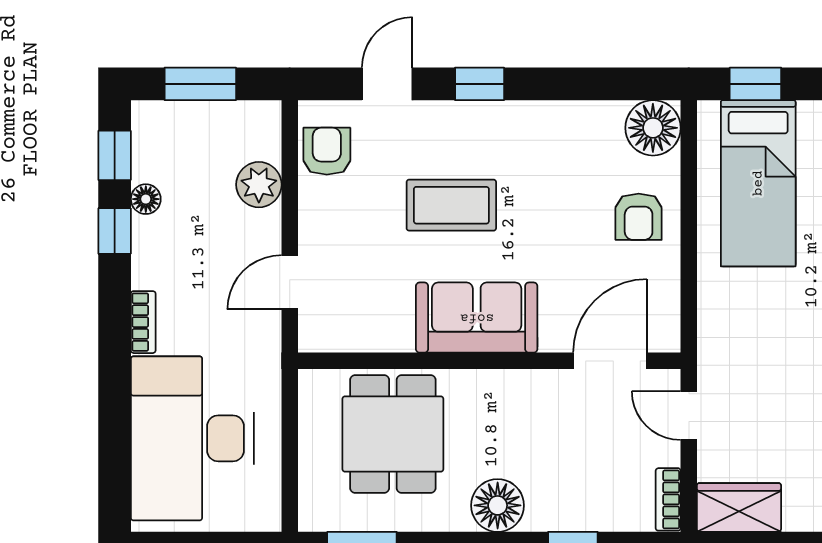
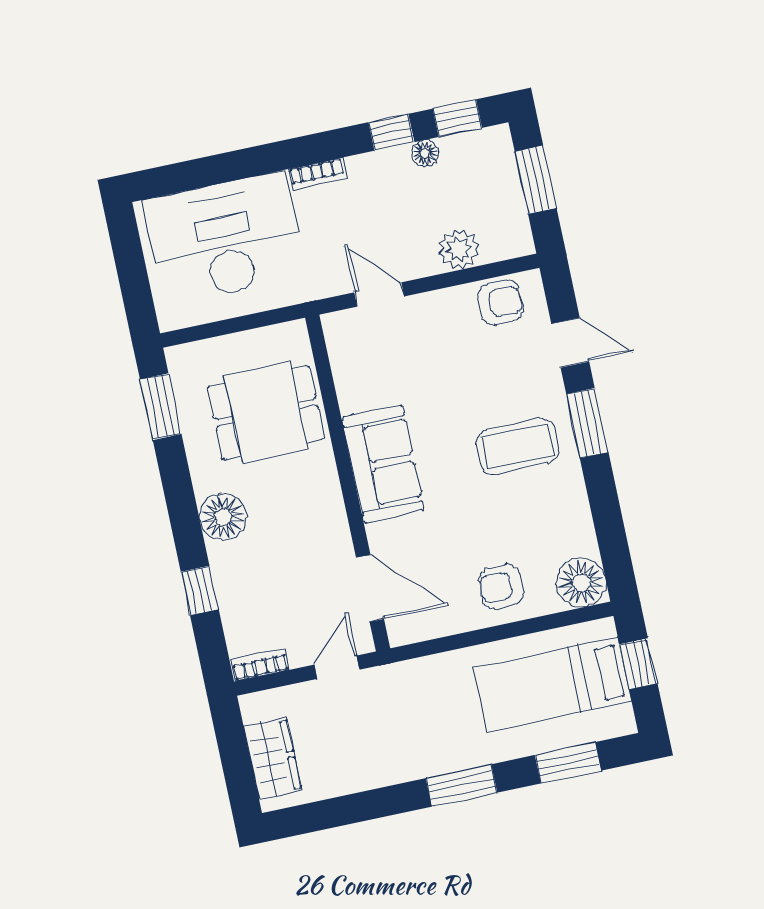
window: (480, 84) -> (587, 423), width x1.50
coffee table: (451, 205) -> (517, 446), moved, turned 90
wardrobe: (739, 507) -> (273, 759), moved

